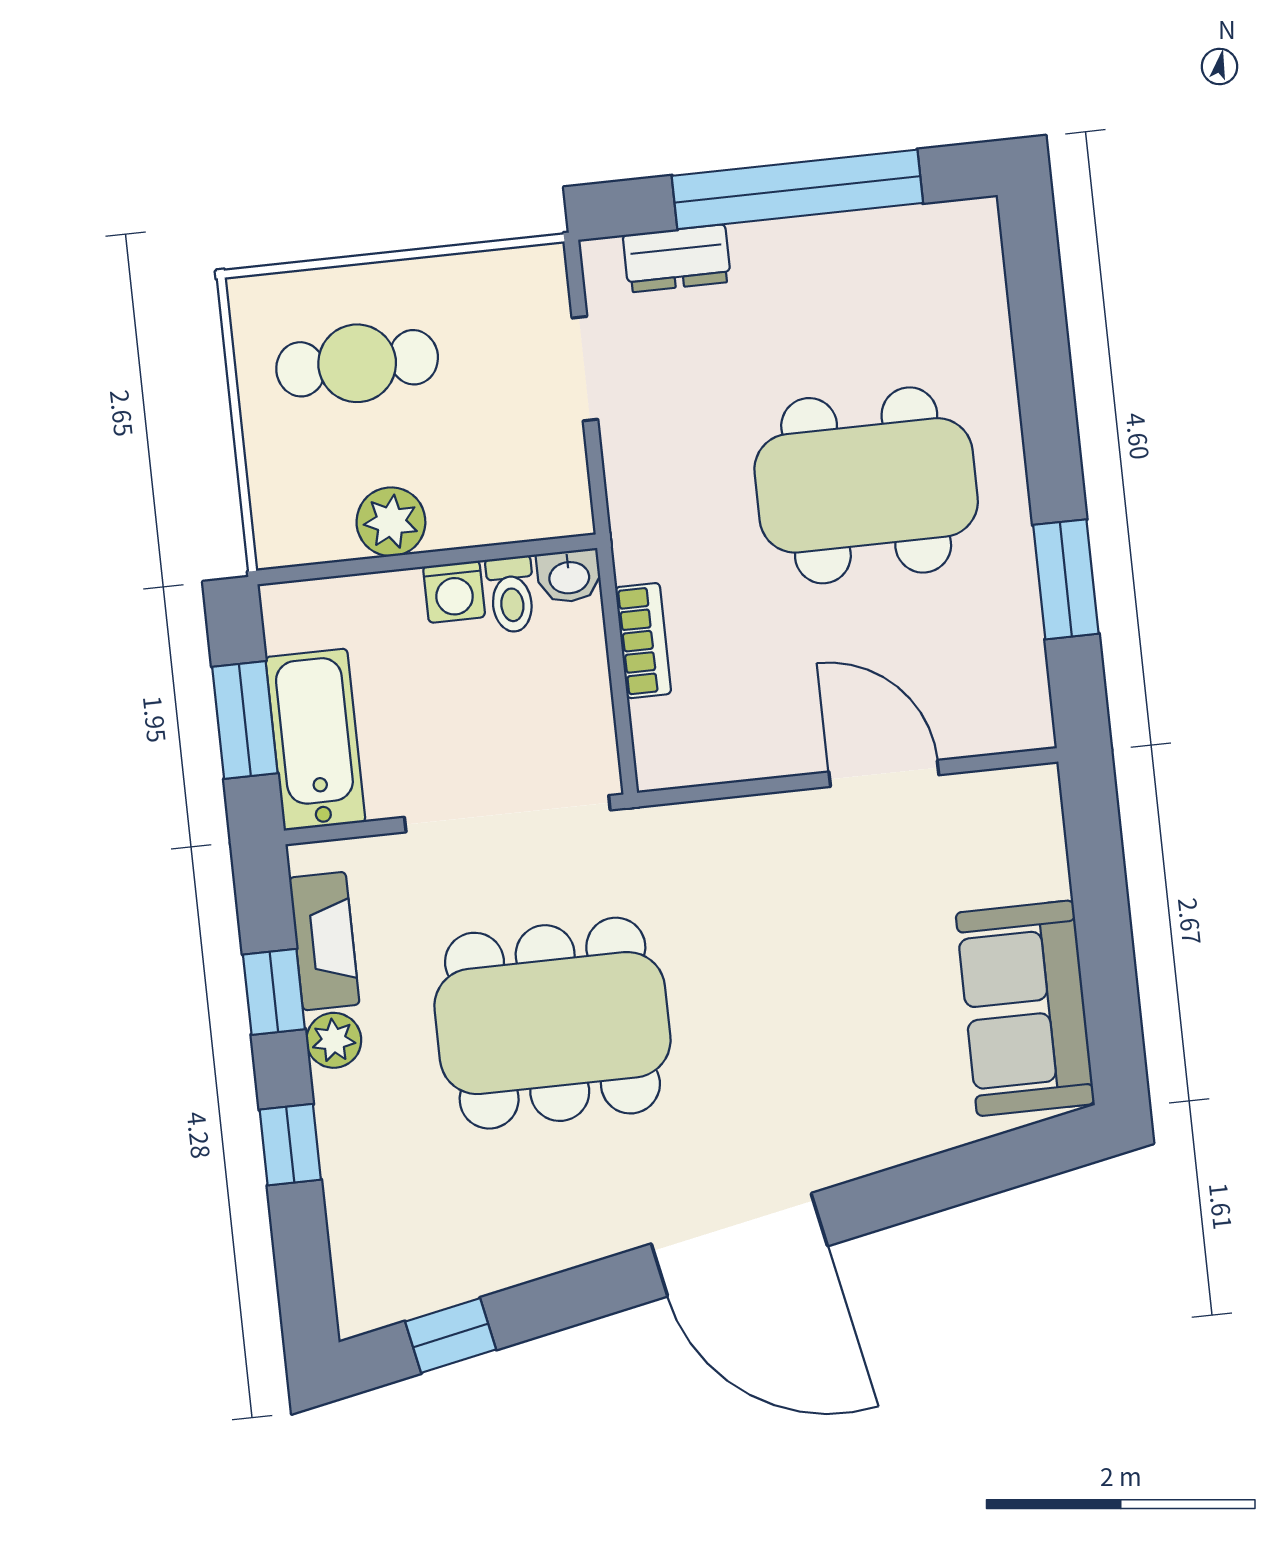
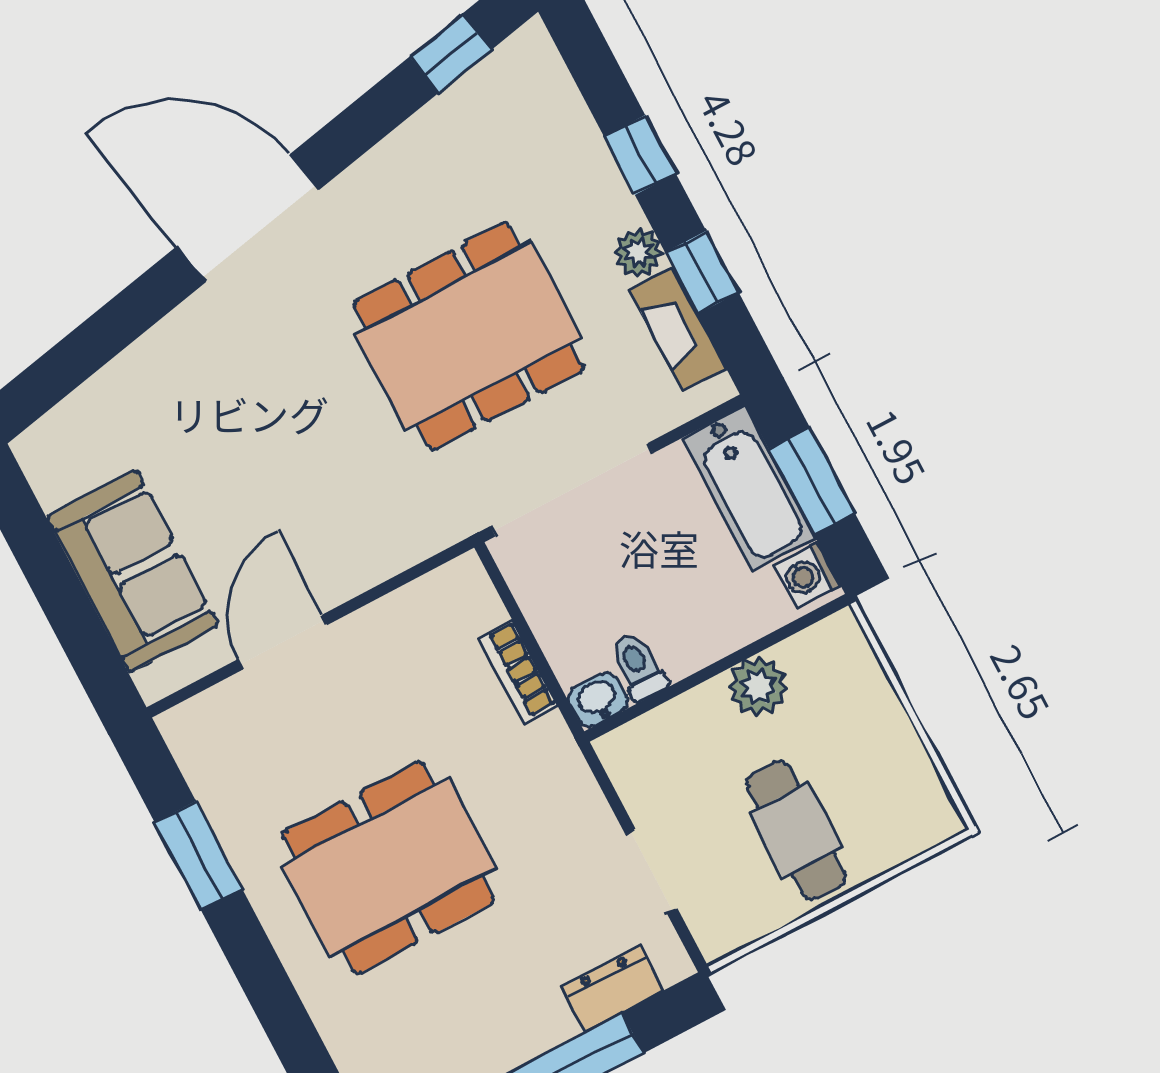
cafe table: (357, 363) -> (796, 830), moved, turned 90
washing machine: (454, 592) -> (808, 575), moved, turned -90
door: (884, 773) -> (282, 642), swing flipped
sofa: (1025, 1008) -> (132, 571), moved

